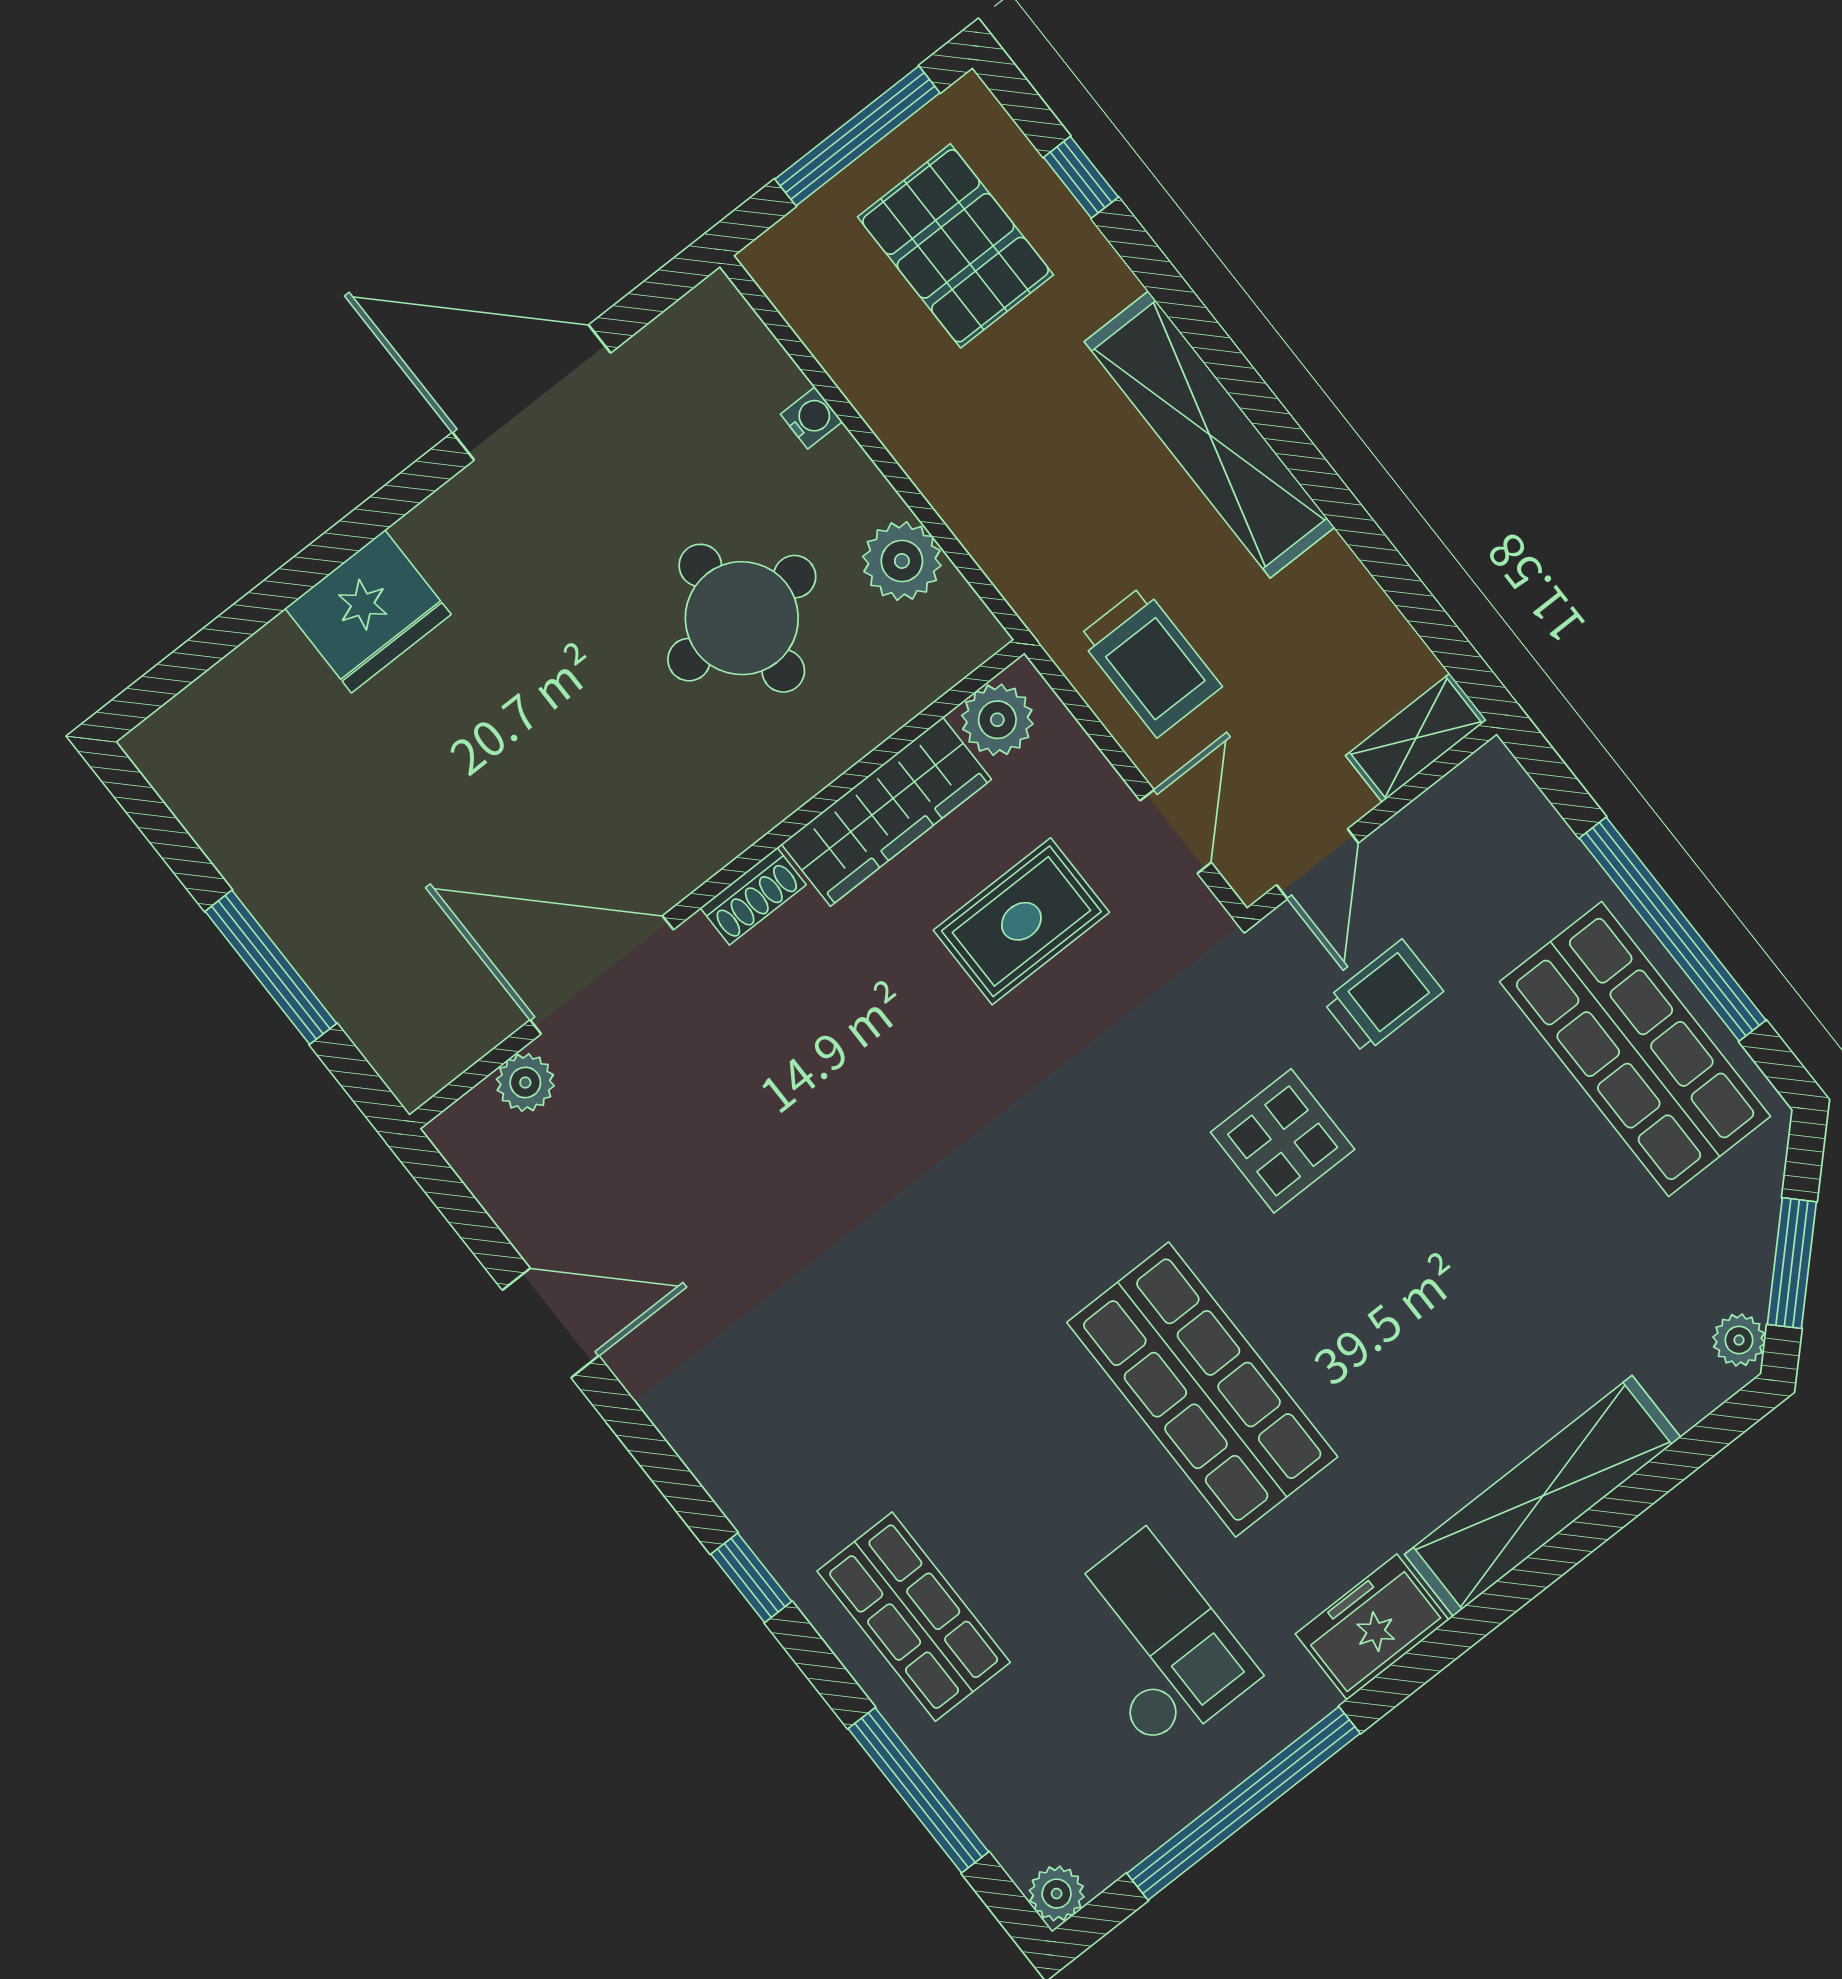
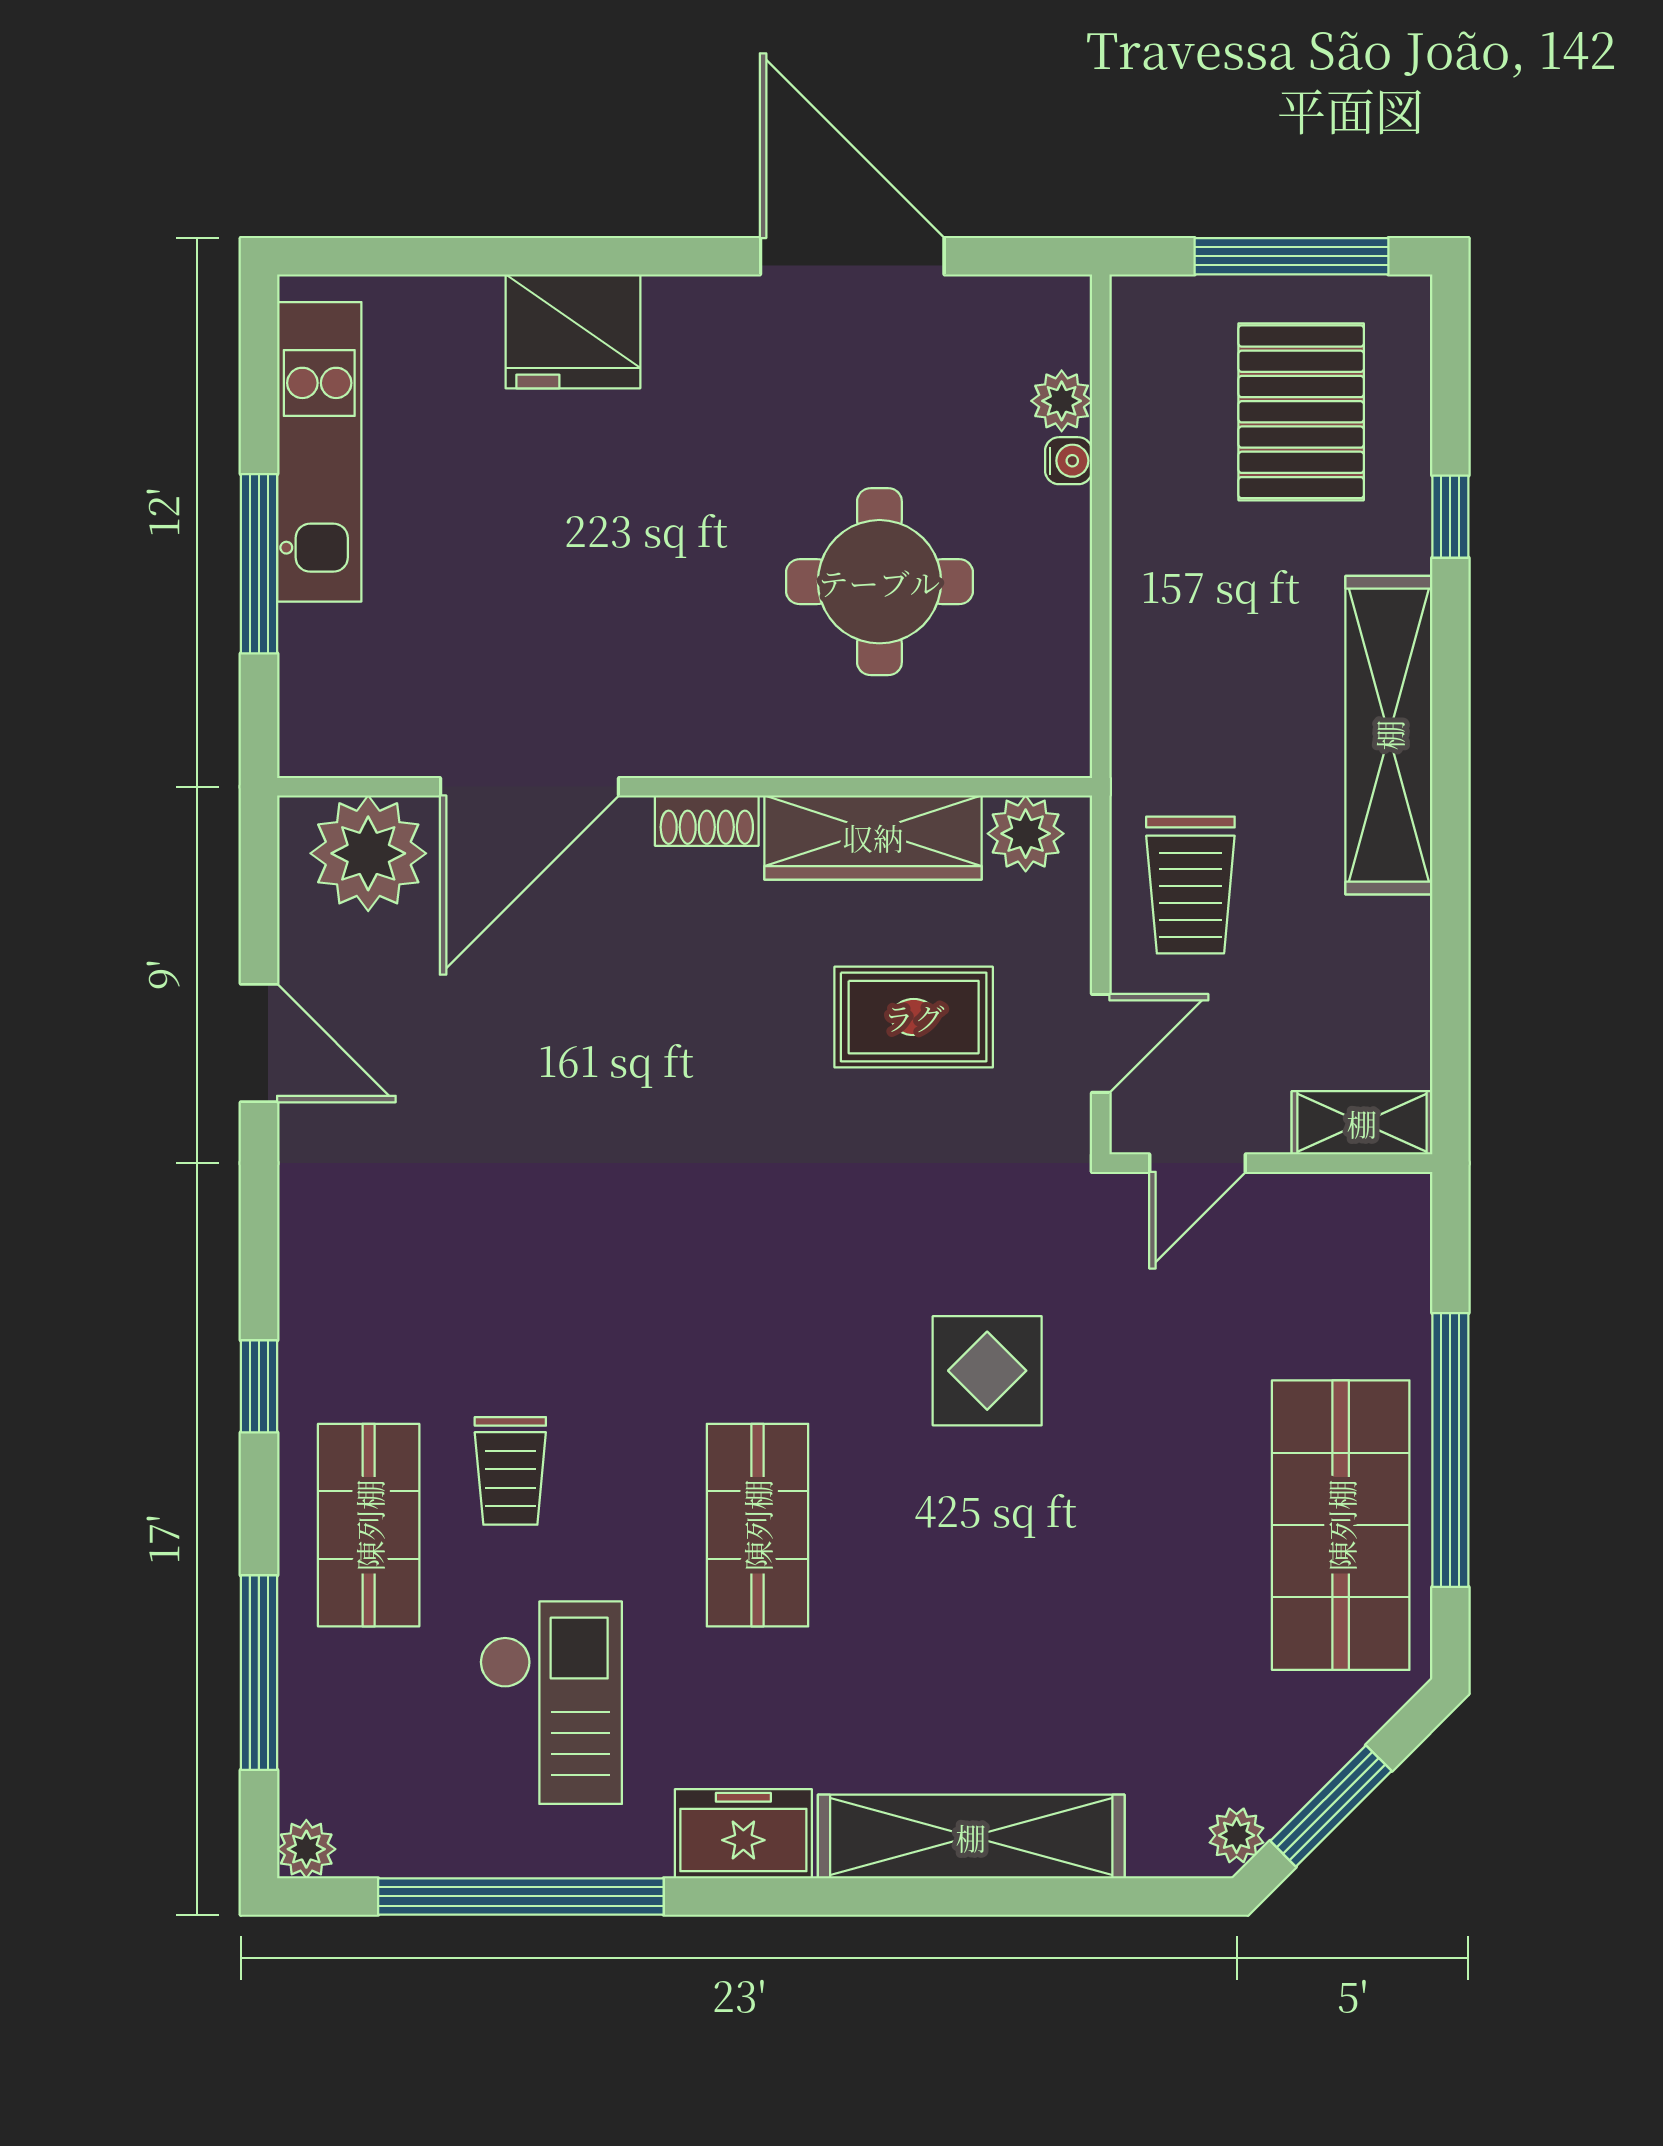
window: (1081, 177) -> (1450, 517), moved
plant: (902, 561) -> (1062, 401), moved, width x0.73, depth x0.73
kitchen unit: (250, 849) -> (319, 452), added
door: (602, 975) -> (529, 787), swing flipped
trolley: (1383, 996) -> (510, 1471), moved, turned 90
plant: (525, 1083) -> (368, 853), width x1.88, depth x1.88
shop shelf: (1202, 1390) -> (757, 1525), width x0.70, depth x0.74

